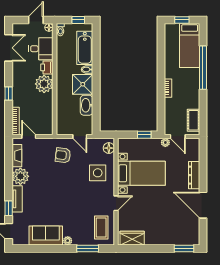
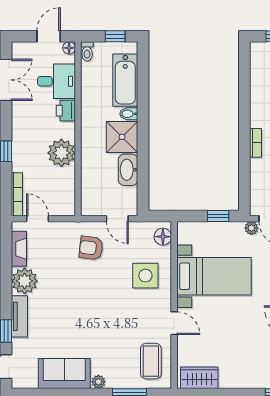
plant: (44, 84) -> (61, 153), moved
door: (116, 203) -> (174, 323), hinge flipped

